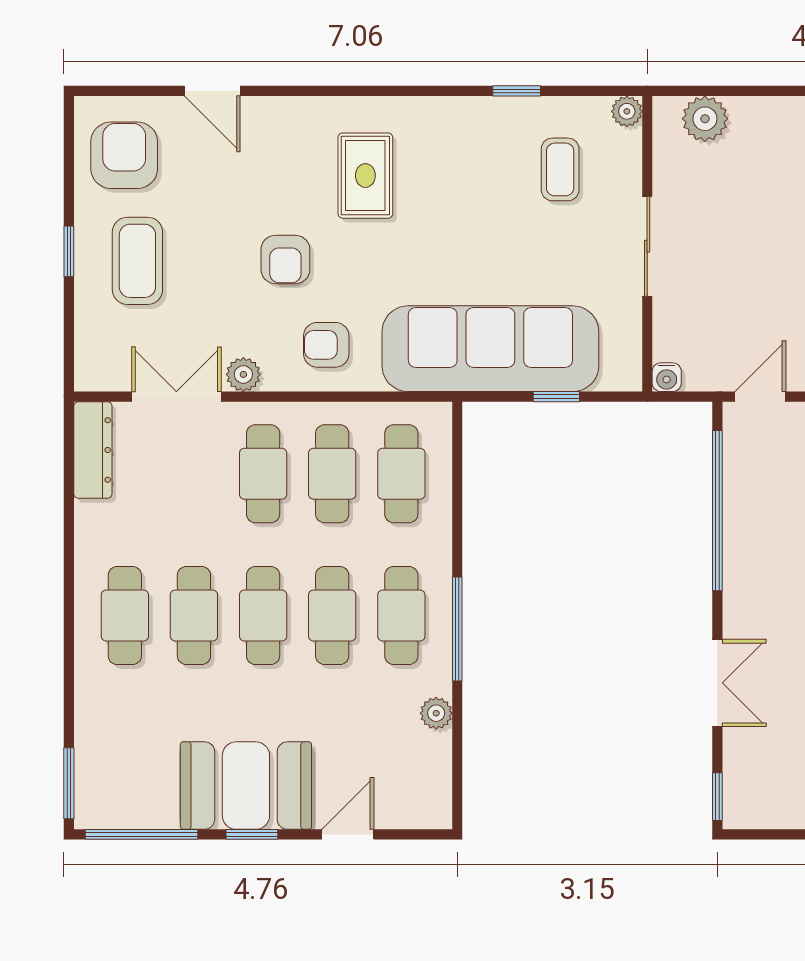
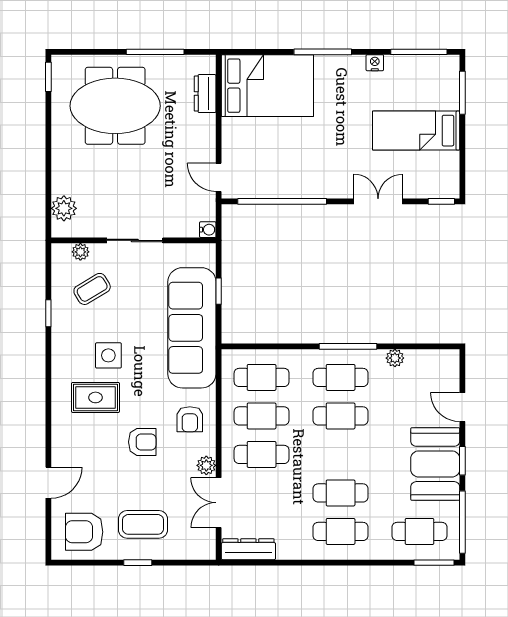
plant: (627, 111) -> (80, 252), moved
coffee table: (560, 169) -> (92, 289), turned -31
side table: (441, 199) -> (108, 355), added
cafe table: (263, 616) -> (420, 531), moved

